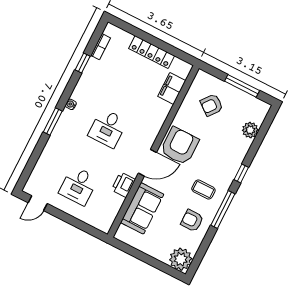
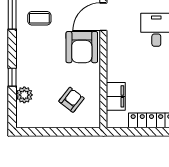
window: (242, 86) -> (52, 132), removed
window: (241, 173) -> (12, 77), moved

